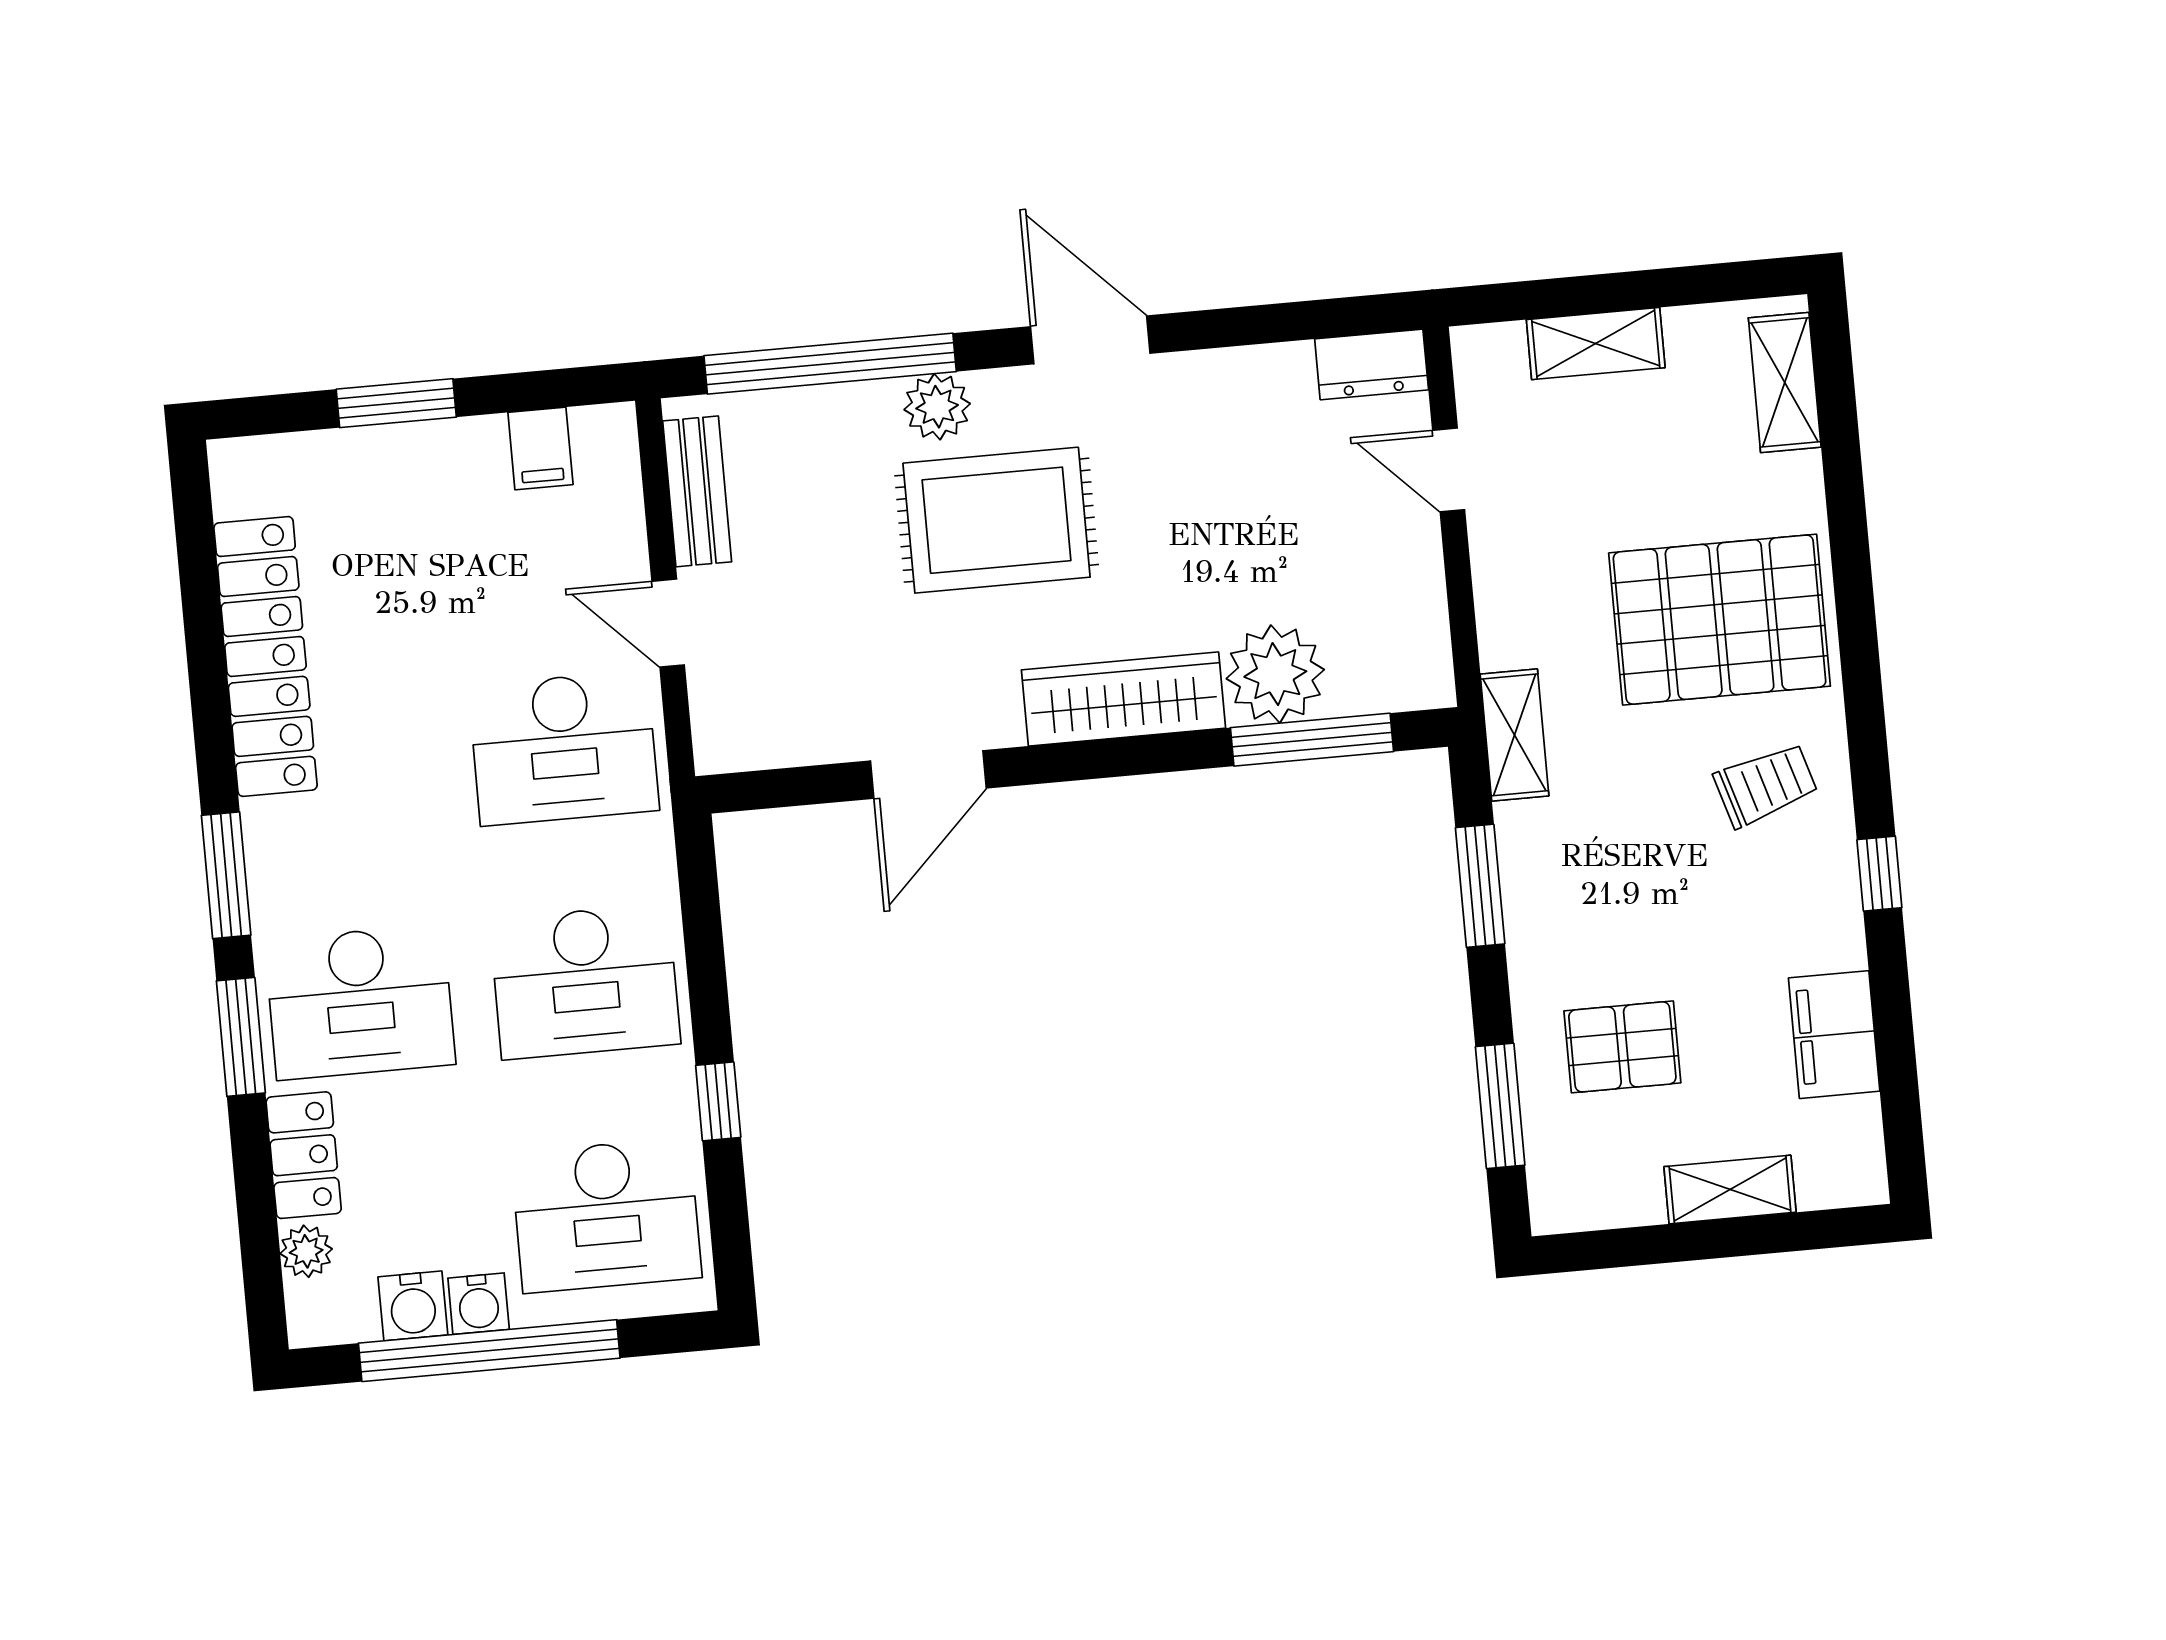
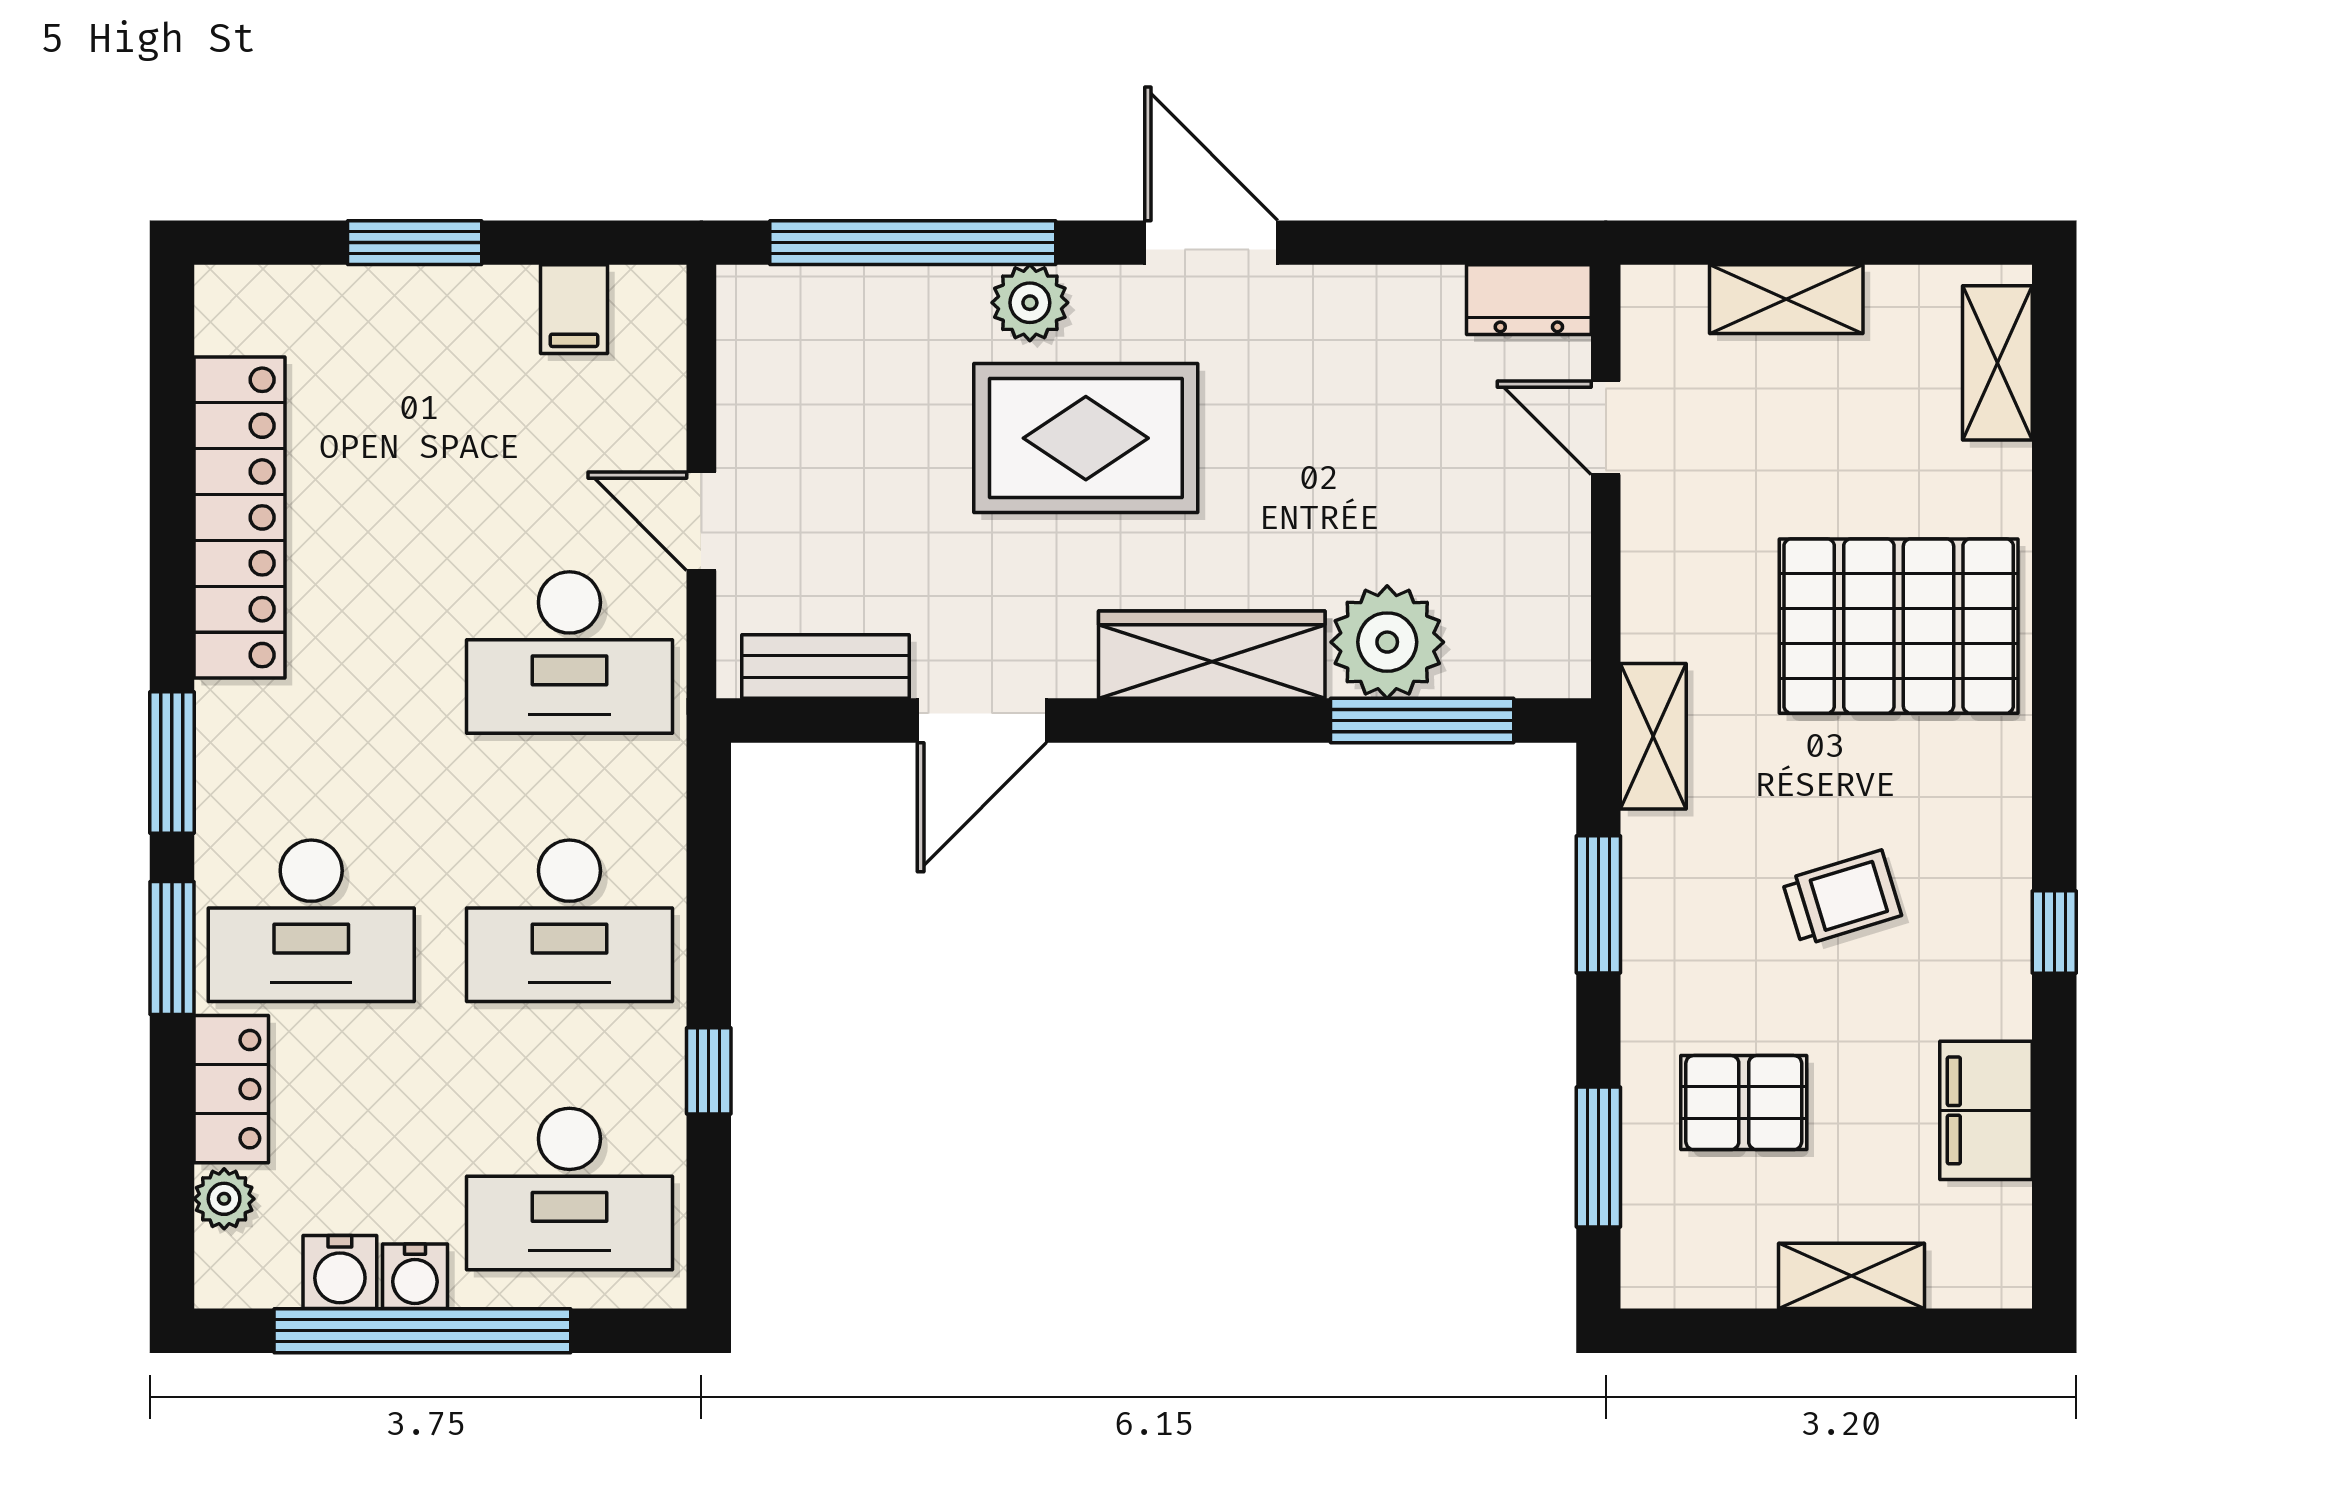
bench: (697, 491) -> (825, 666), moved, turned 90
trolley: (1766, 785) -> (1842, 898), moved

